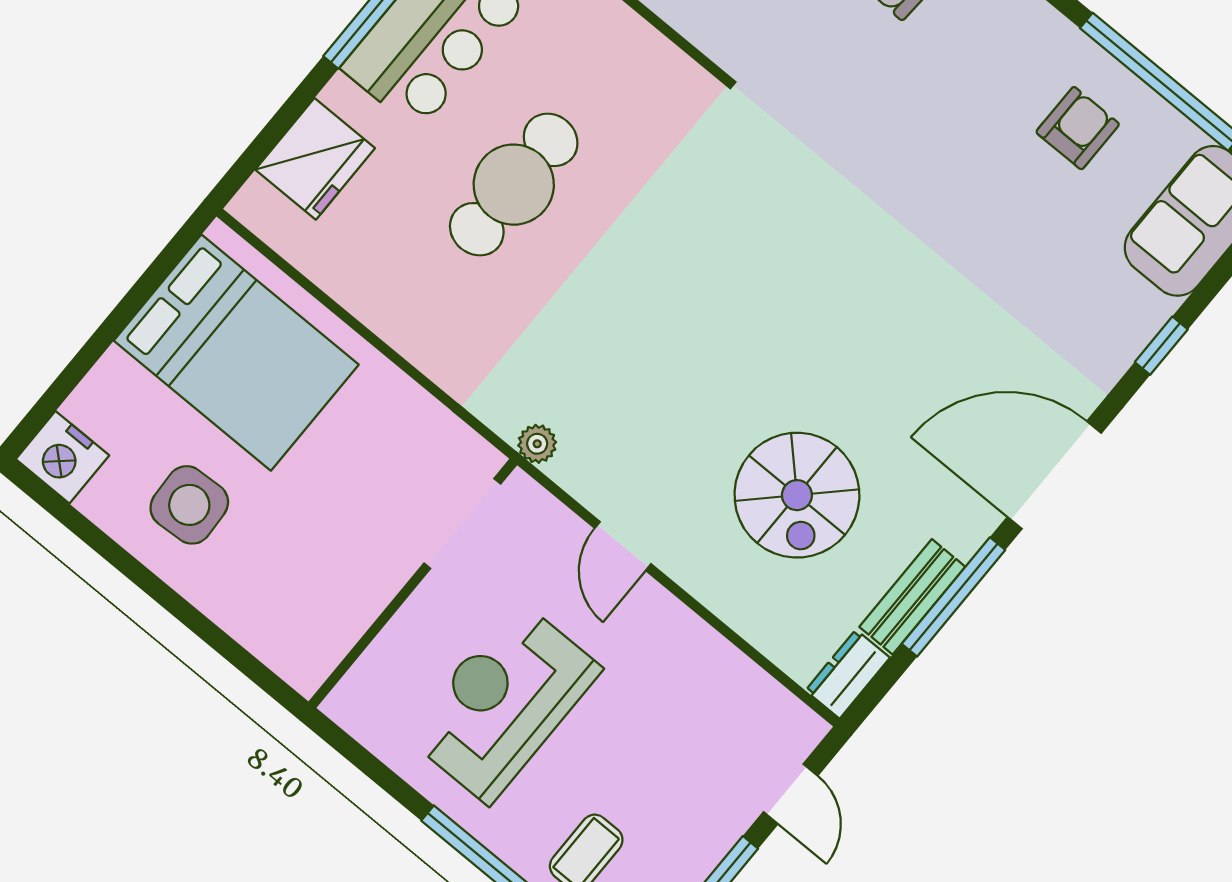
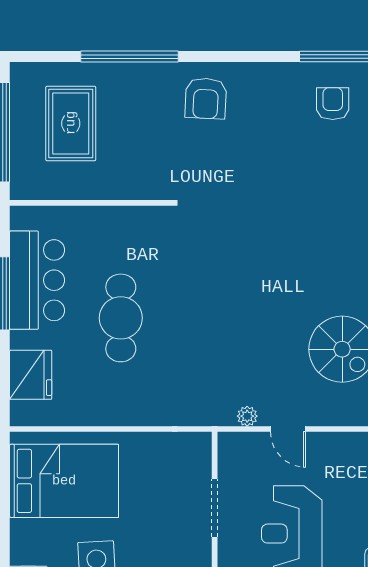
plant: (537, 444) -> (247, 416), moved
doorway: (462, 524) -> (215, 508), moved

